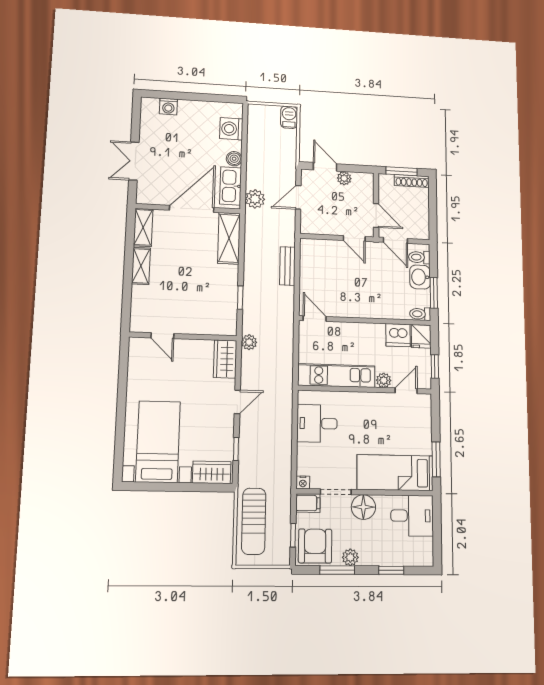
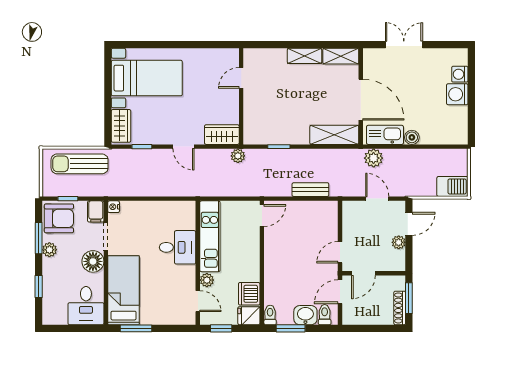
barbecue: (289, 117) -> (452, 186), width x1.38, depth x1.27
washing machine: (231, 129) -> (457, 94), moved, turned -90
desk: (317, 423) -> (178, 247), moved, turned 90

